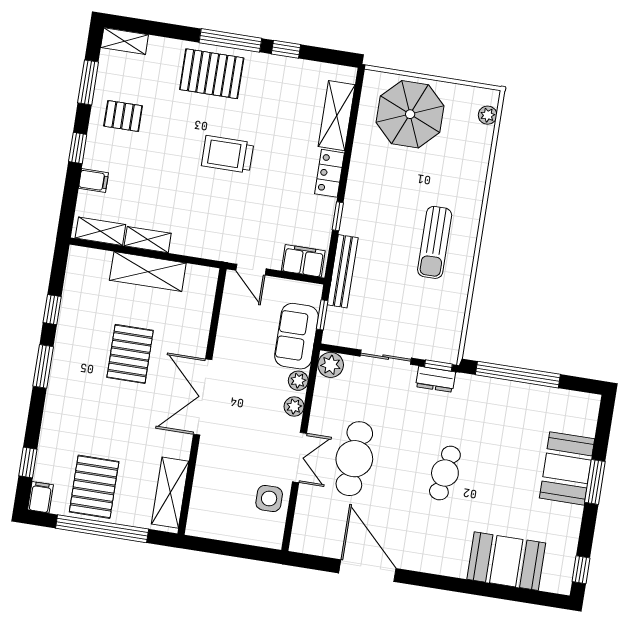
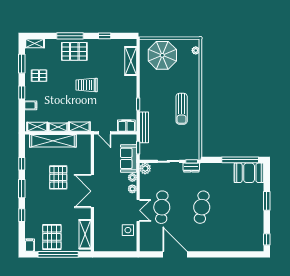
window: (230, 40) -> (70, 36), moved
locker: (329, 173) -> (132, 86), removed
shelving: (196, 246) -> (79, 127), added
shelving: (148, 272) -> (53, 141), width x1.47
window: (518, 375) -> (240, 160), moved
window: (28, 462) -> (22, 215), moved
booth: (567, 468) -> (249, 173), moved, turned 90
cafe table: (445, 473) -> (202, 207), width x1.37, depth x1.35
booth: (506, 561) -> (234, 241), removed

